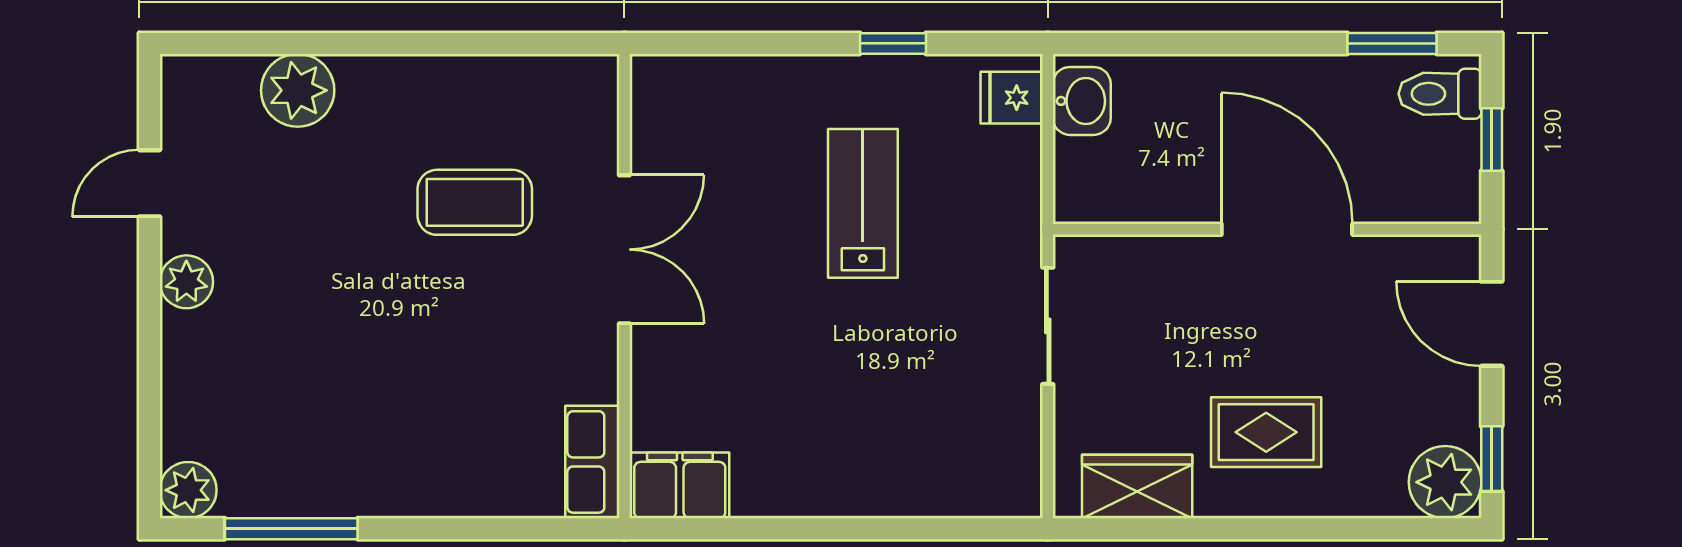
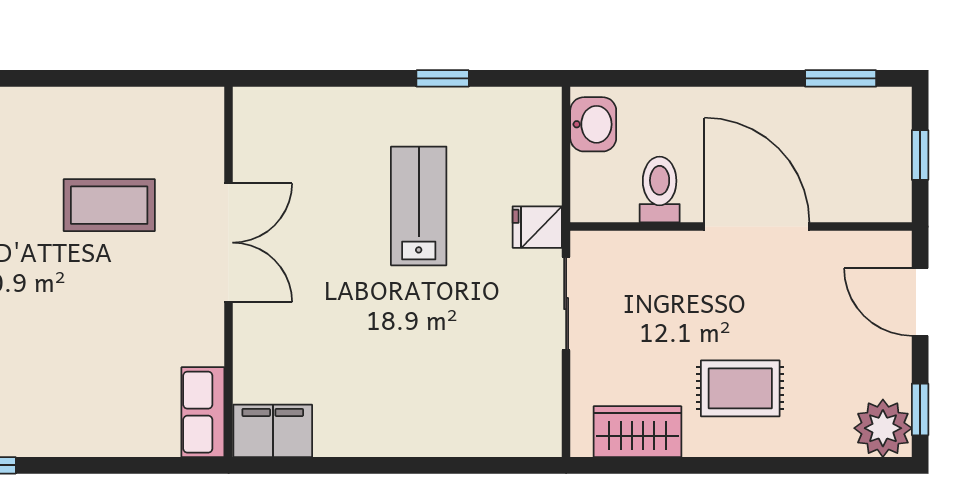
toilet: (1440, 94) -> (660, 190), moved, turned 90
fridge: (1012, 98) -> (537, 227), moved

